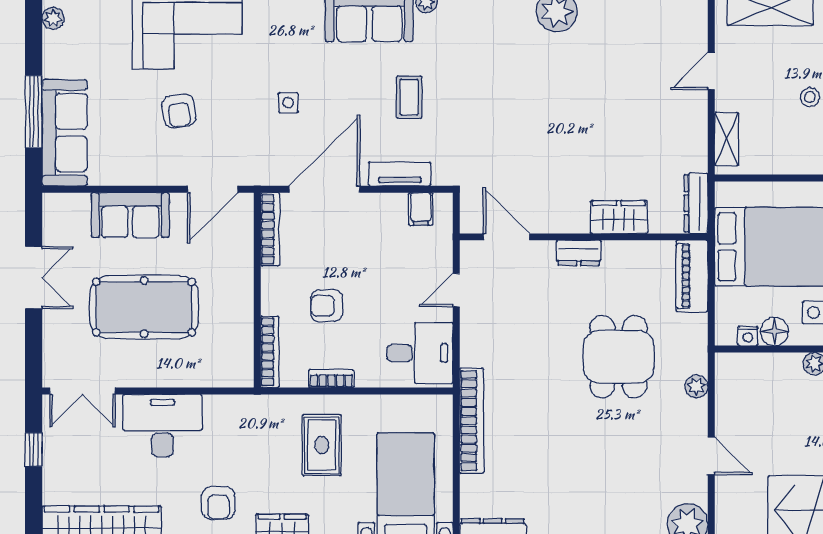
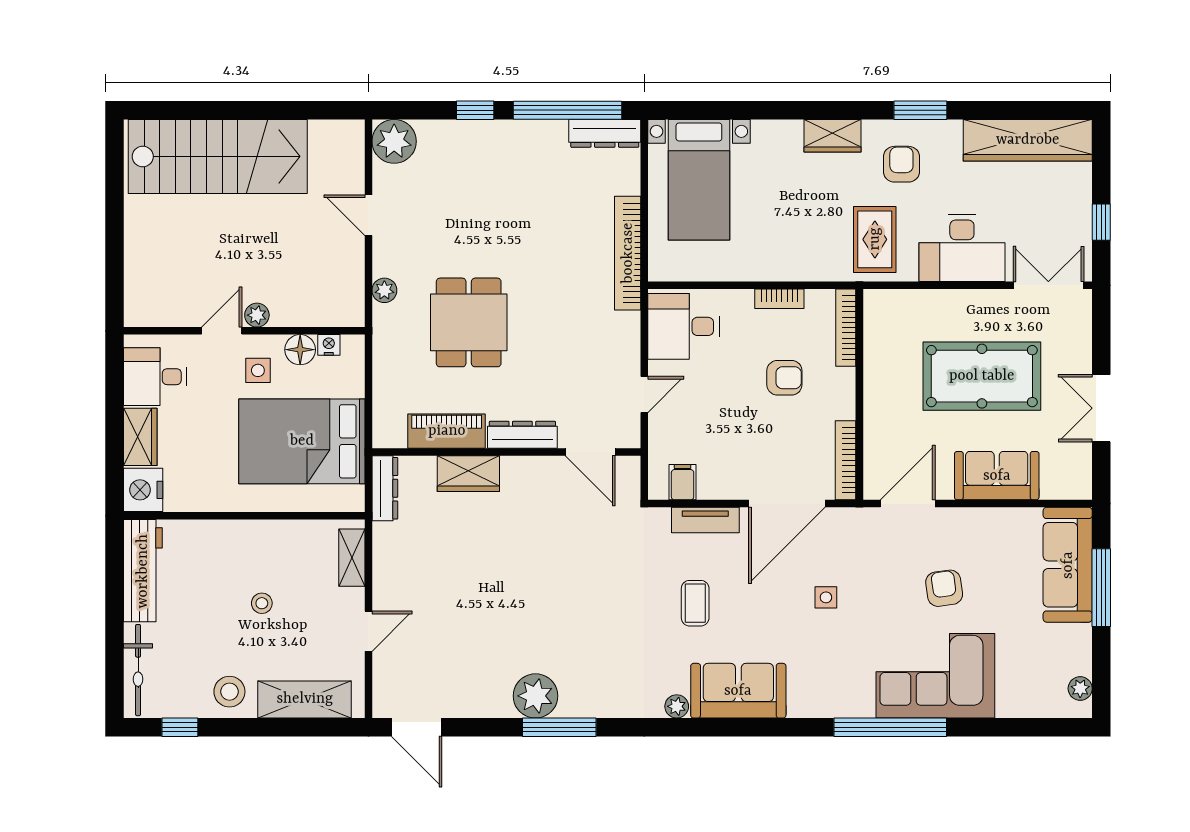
dresser: (579, 253) -> (522, 435), width x1.44
piano: (692, 276) -> (447, 431), moved, turned -90
rug: (322, 445) -> (875, 239), moved

